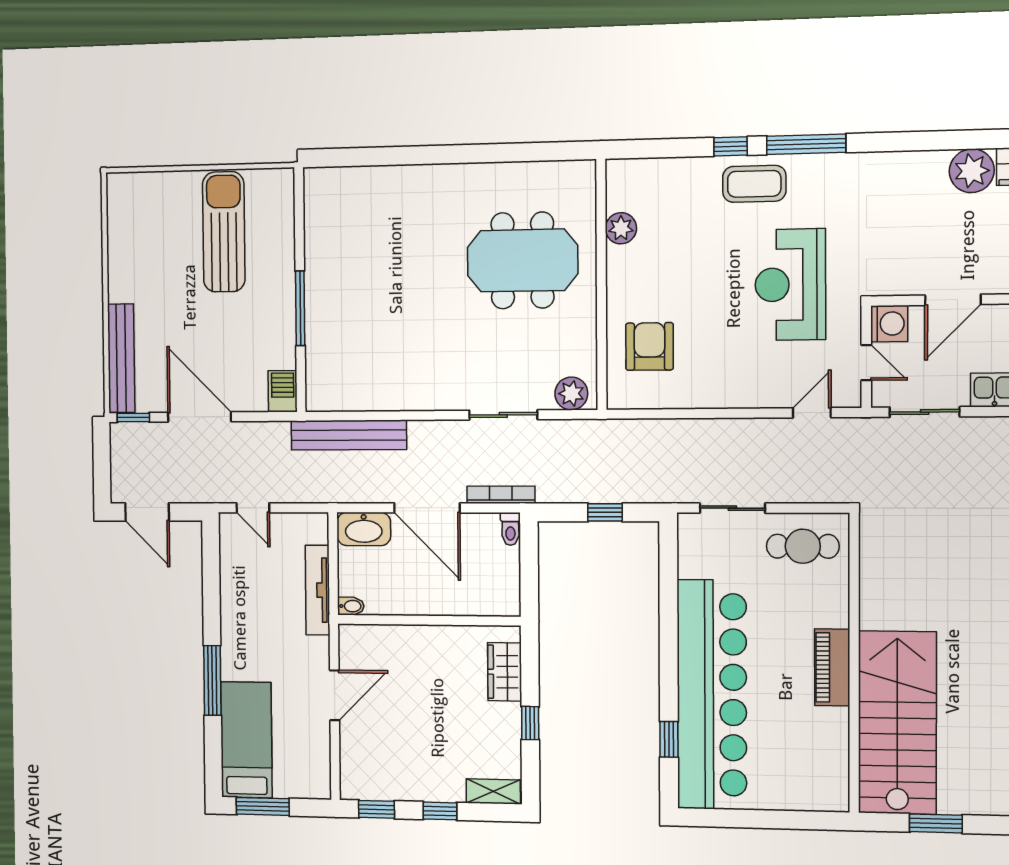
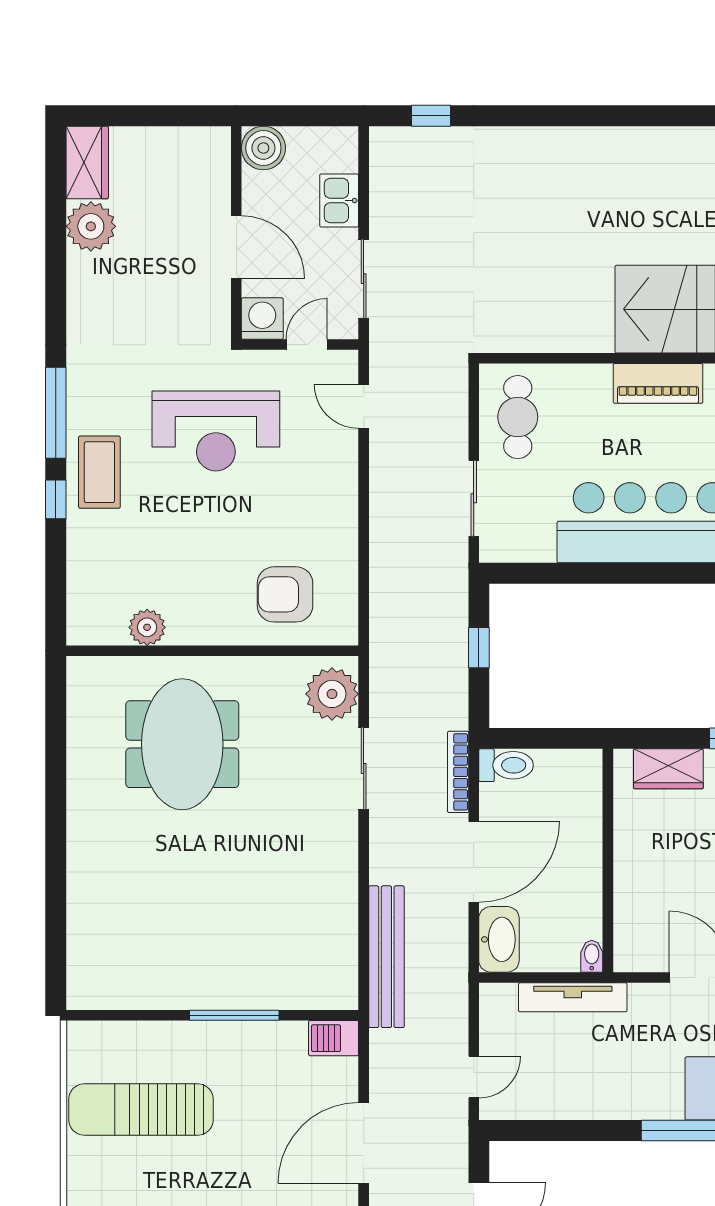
plant: (571, 393) -> (332, 694), width x1.36, depth x1.36
toilet: (510, 529) -> (506, 765), width x1.37, depth x1.39

